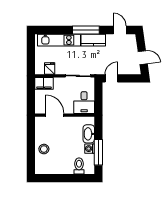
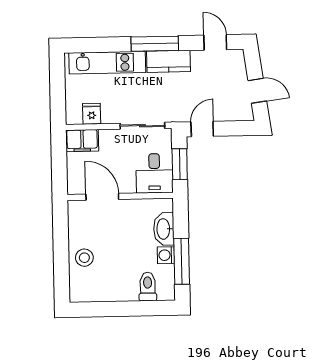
window: (98, 98) -> (180, 164), added

